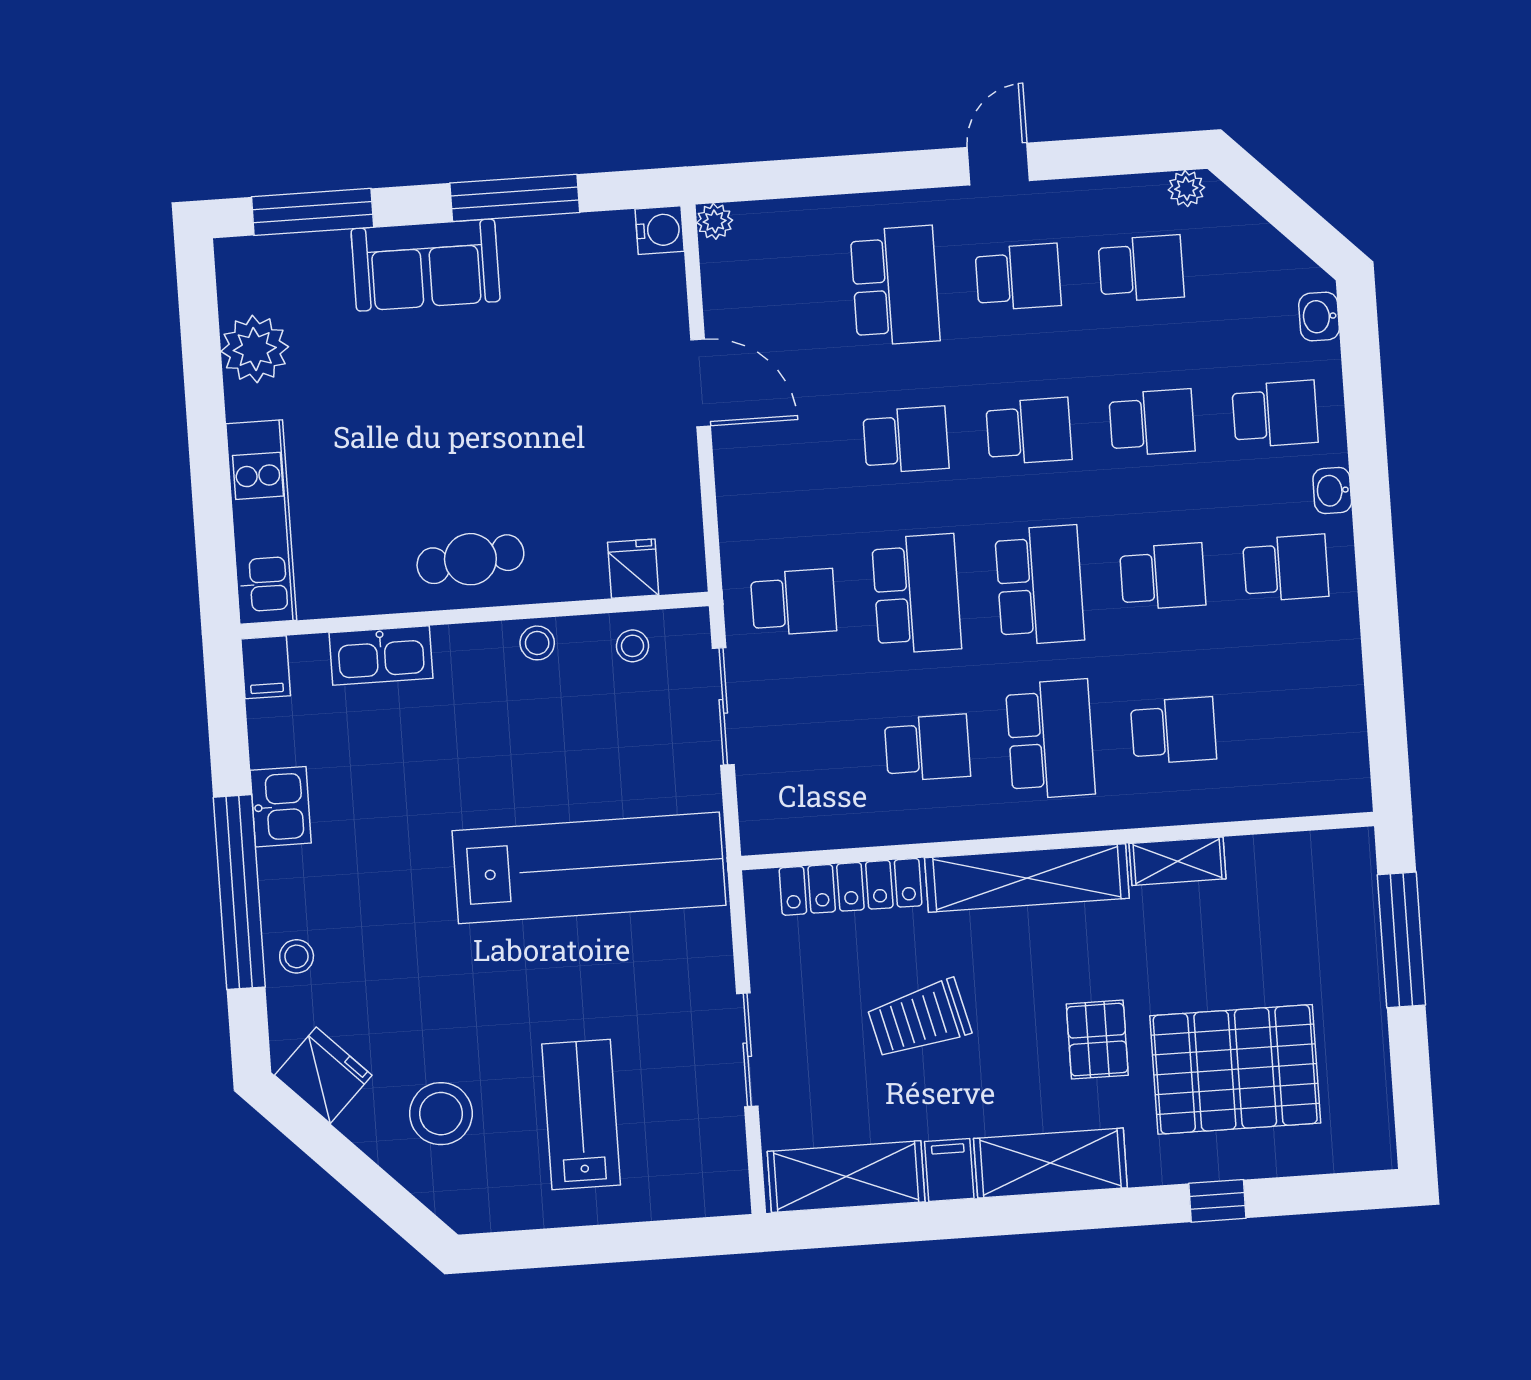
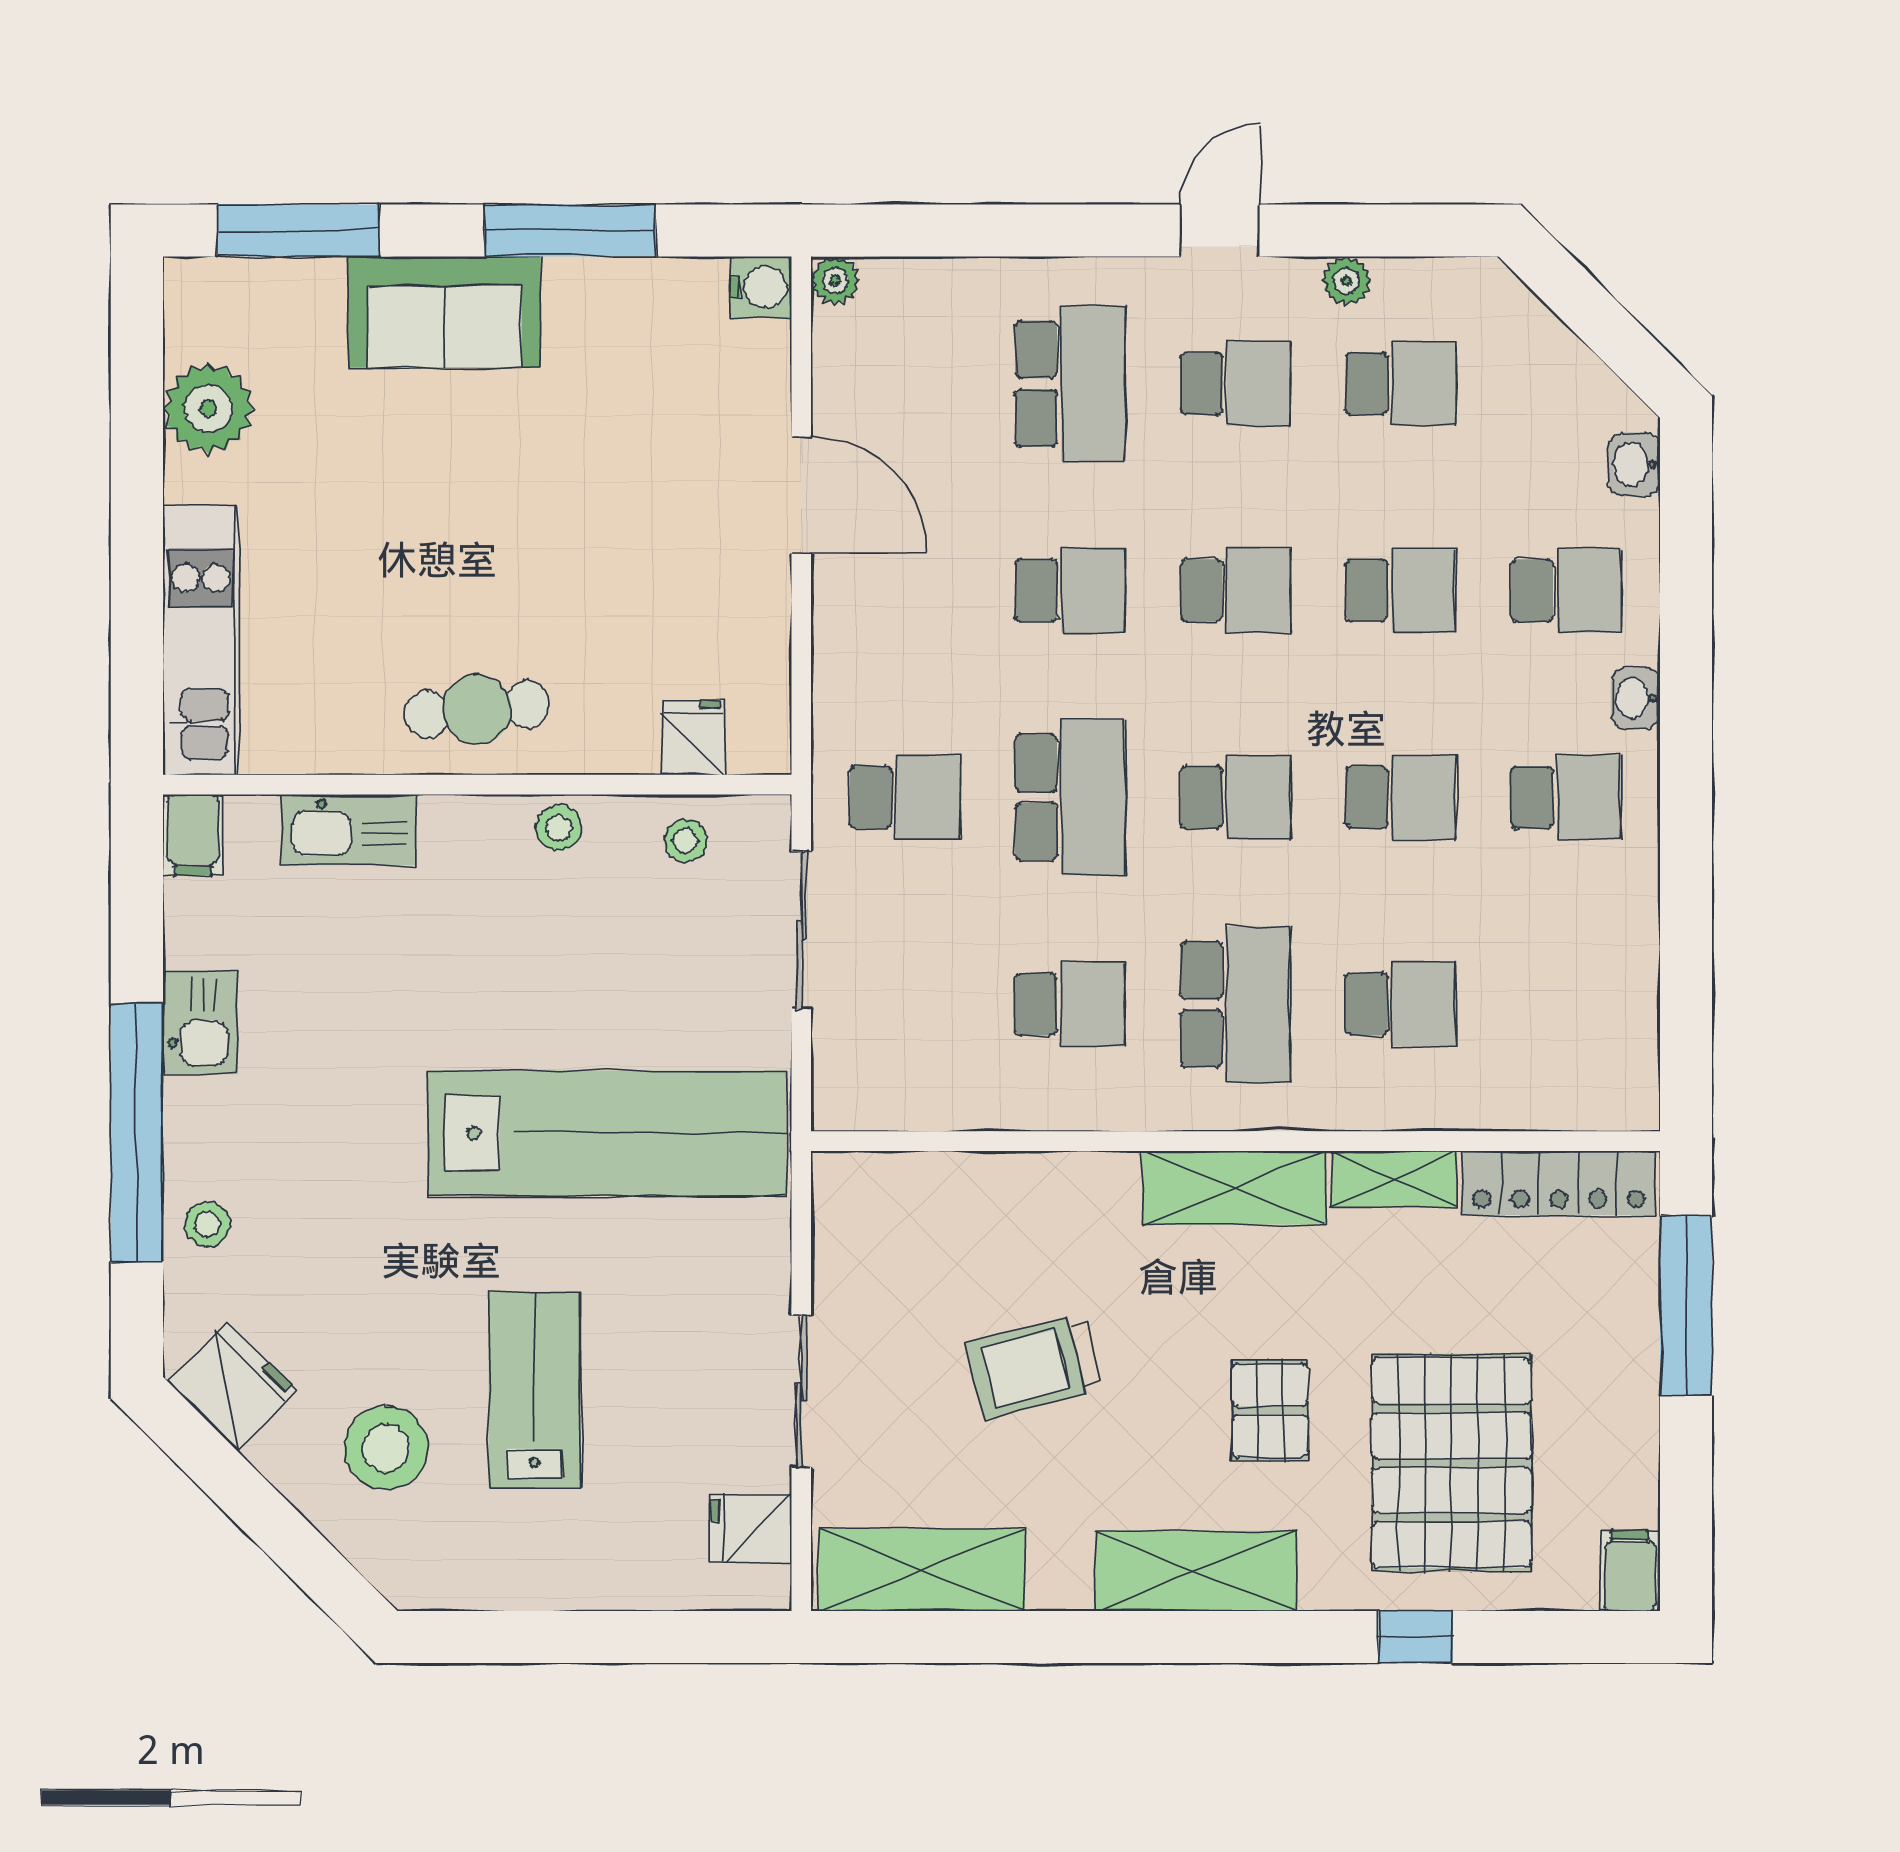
plant: (1186, 189) -> (1346, 281), moved
school desk: (1040, 585) -> (1235, 797), width x0.54
shelving: (1027, 878) -> (1234, 1188), width x0.68
locker: (850, 887) -> (1559, 1183), moved
pallet: (1235, 1069) -> (1452, 1463), turned 90
lab bench: (581, 1115) -> (534, 1390), moved
fridge: (717, 1154) -> (751, 1528), added
filing cabinet: (949, 1170) -> (1630, 1571), moved

